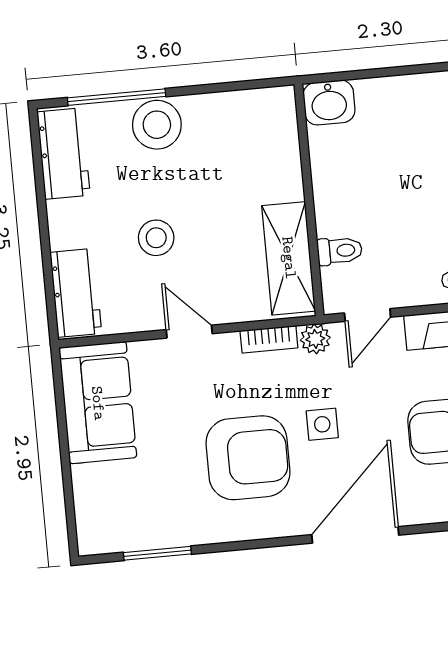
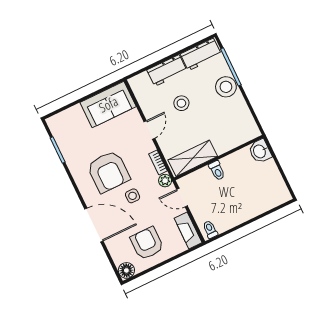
toilet: (340, 251) -> (217, 171), moved
workbench: (76, 293) -> (167, 71), moved

